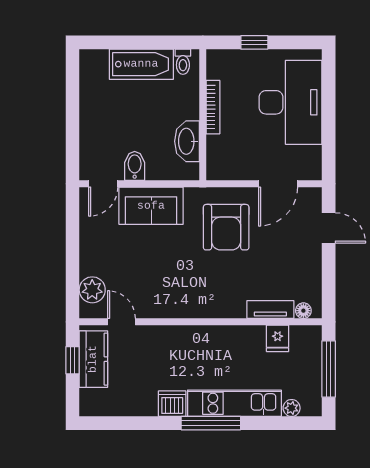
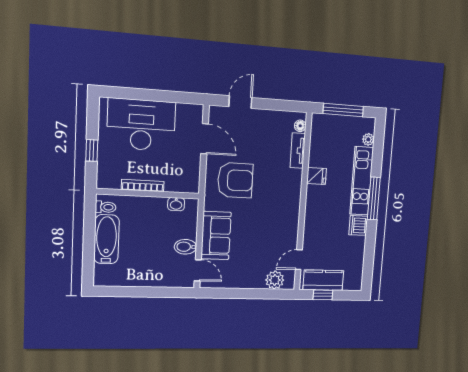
washbasin: (187, 141) -> (176, 204), width x0.52, depth x0.69
fridge: (278, 338) -> (317, 176), moved

